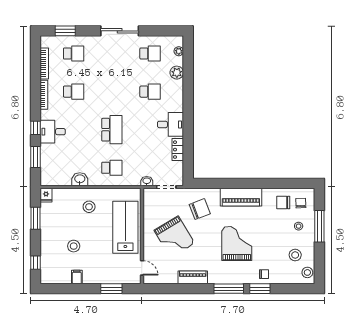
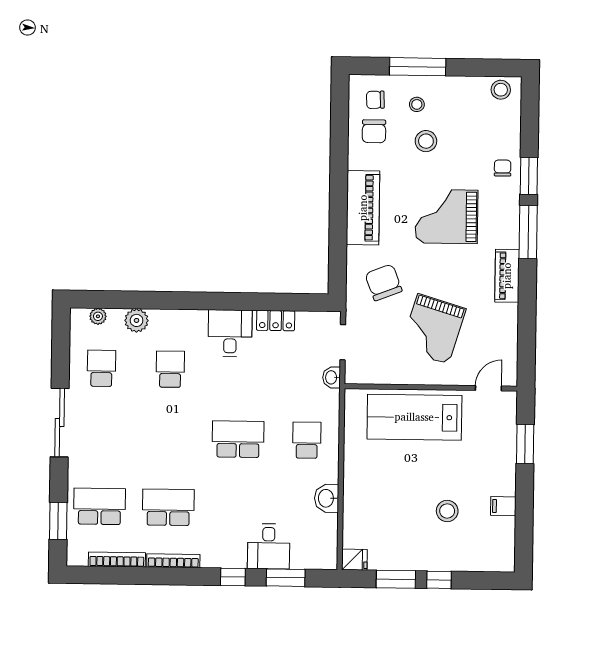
school desk: (74, 54) -> (99, 506), width x1.85
school desk: (74, 92) -> (168, 507), width x1.85
desk: (53, 132) -> (269, 546), moved
stool: (89, 207) -> (377, 482), removed
grand piano: (174, 237) -> (433, 329), turned 138
stool: (295, 255) -> (426, 141), moved
window: (35, 263) -> (439, 580), moved
piano: (193, 277) -> (507, 276), moved

